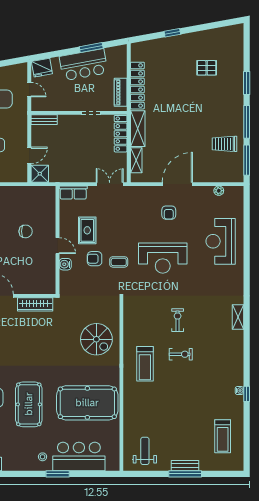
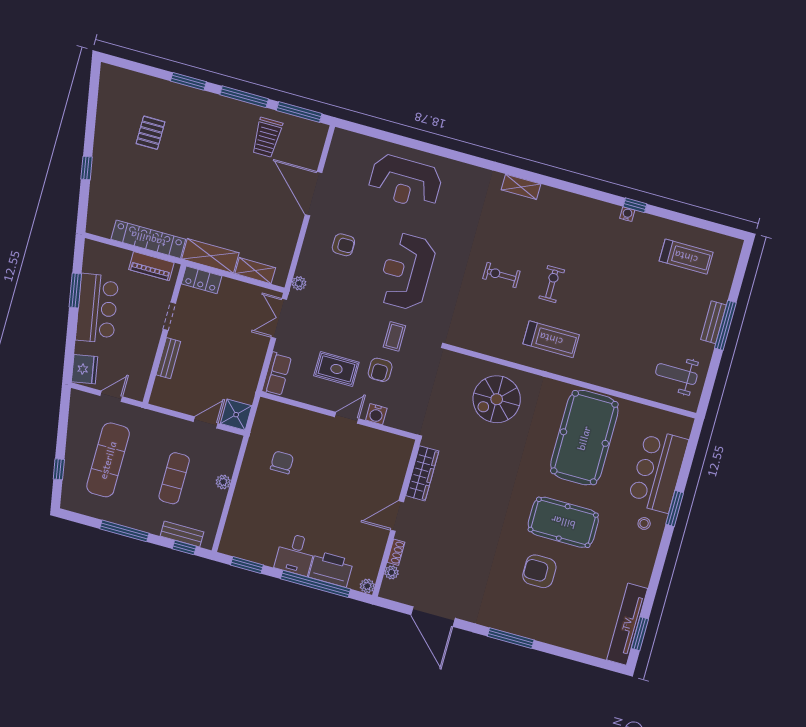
bench: (44, 120) -> (168, 358), moved
locker: (121, 134) -> (201, 280), width x0.66
door: (29, 155) -> (206, 422), hinge flipped
door: (177, 184) -> (314, 194), moved
plant: (219, 191) -> (299, 283), moved
chair: (26, 231) -> (282, 462), moved
reception desk: (163, 258) -> (406, 272), turned 180
spiral stairs: (96, 339) -> (497, 399), turned 180

